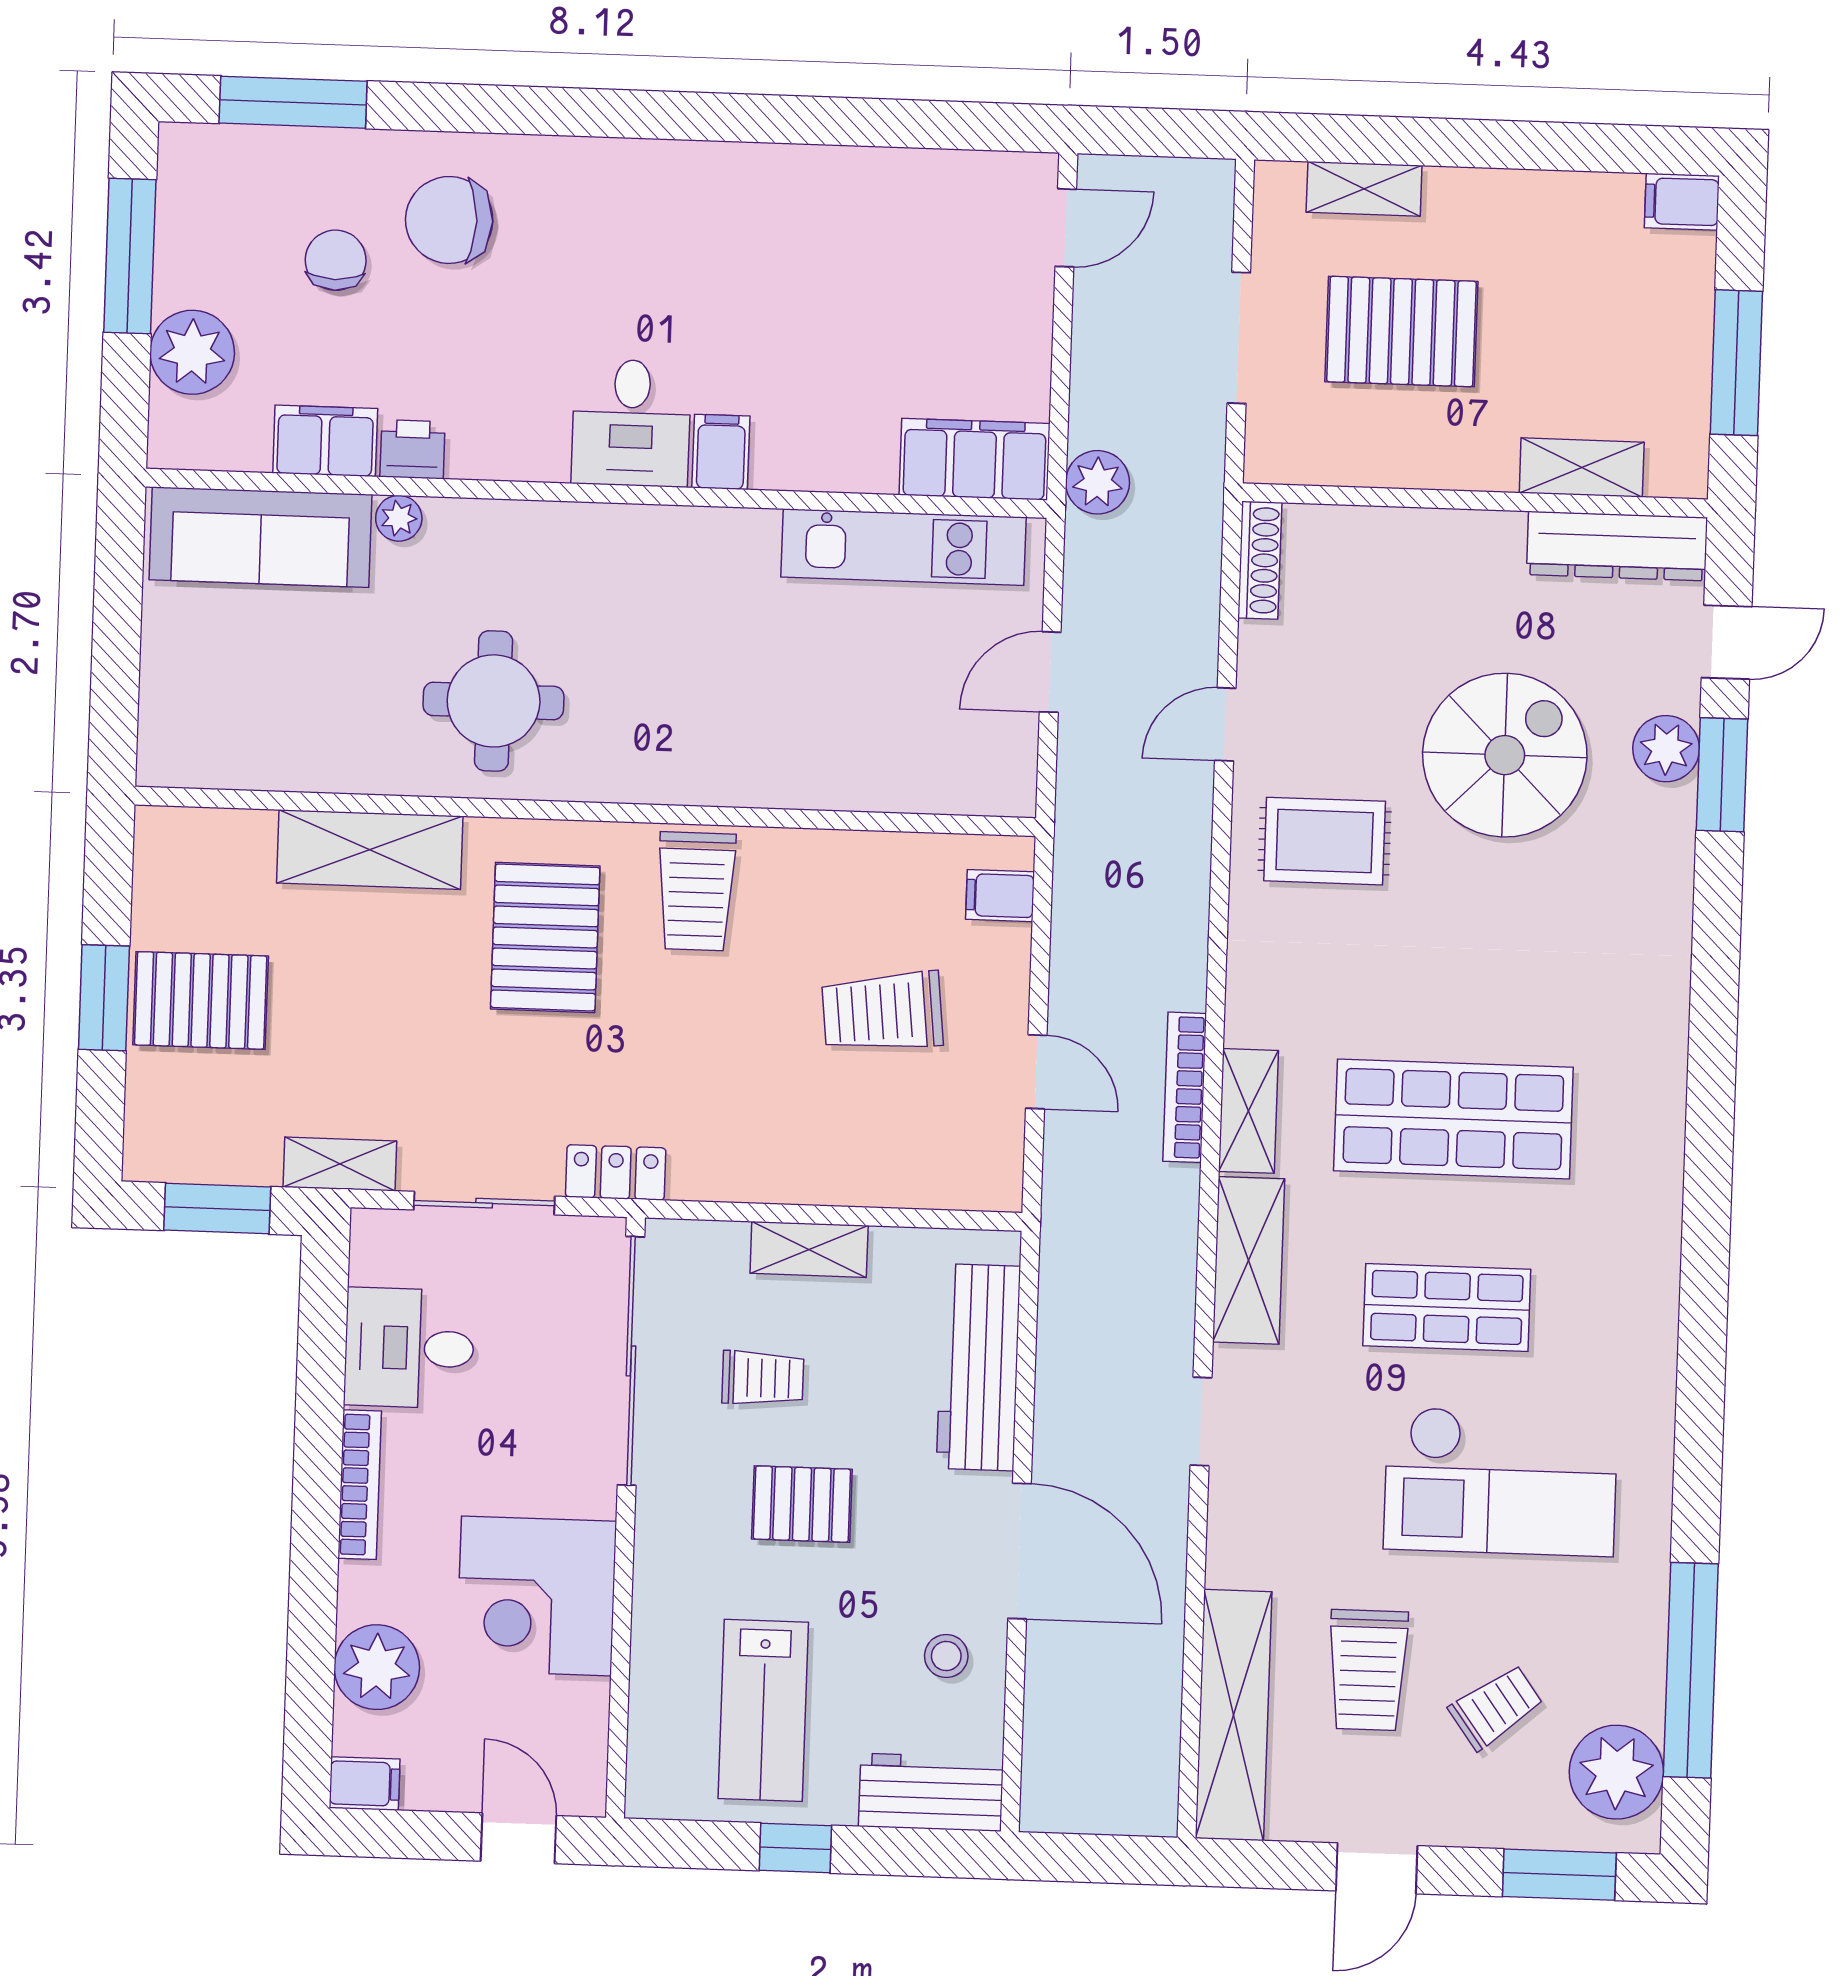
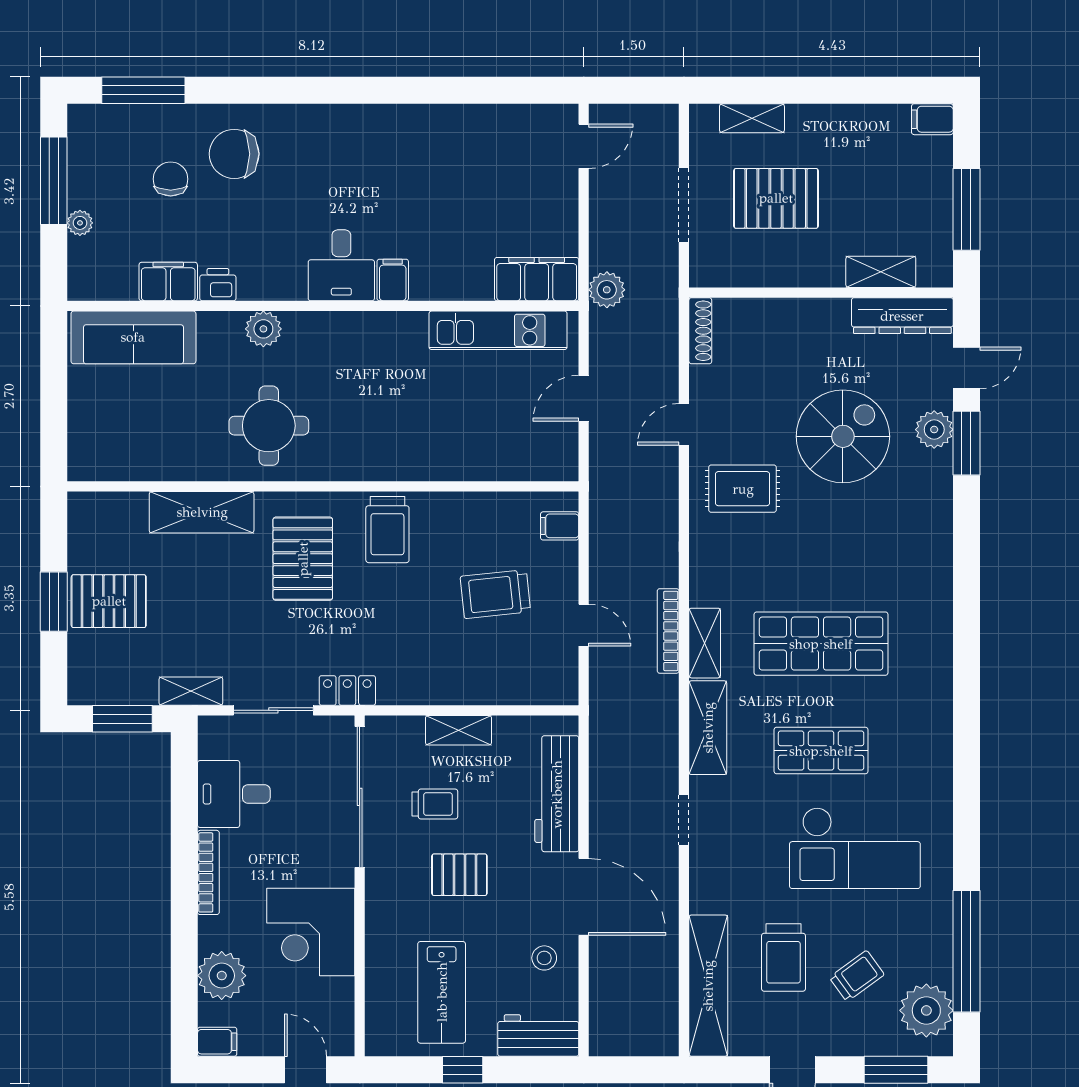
plant: (192, 352) -> (80, 223), width x0.53, depth x0.53
plant: (399, 518) -> (263, 329), moved, width x1.38, depth x1.38

